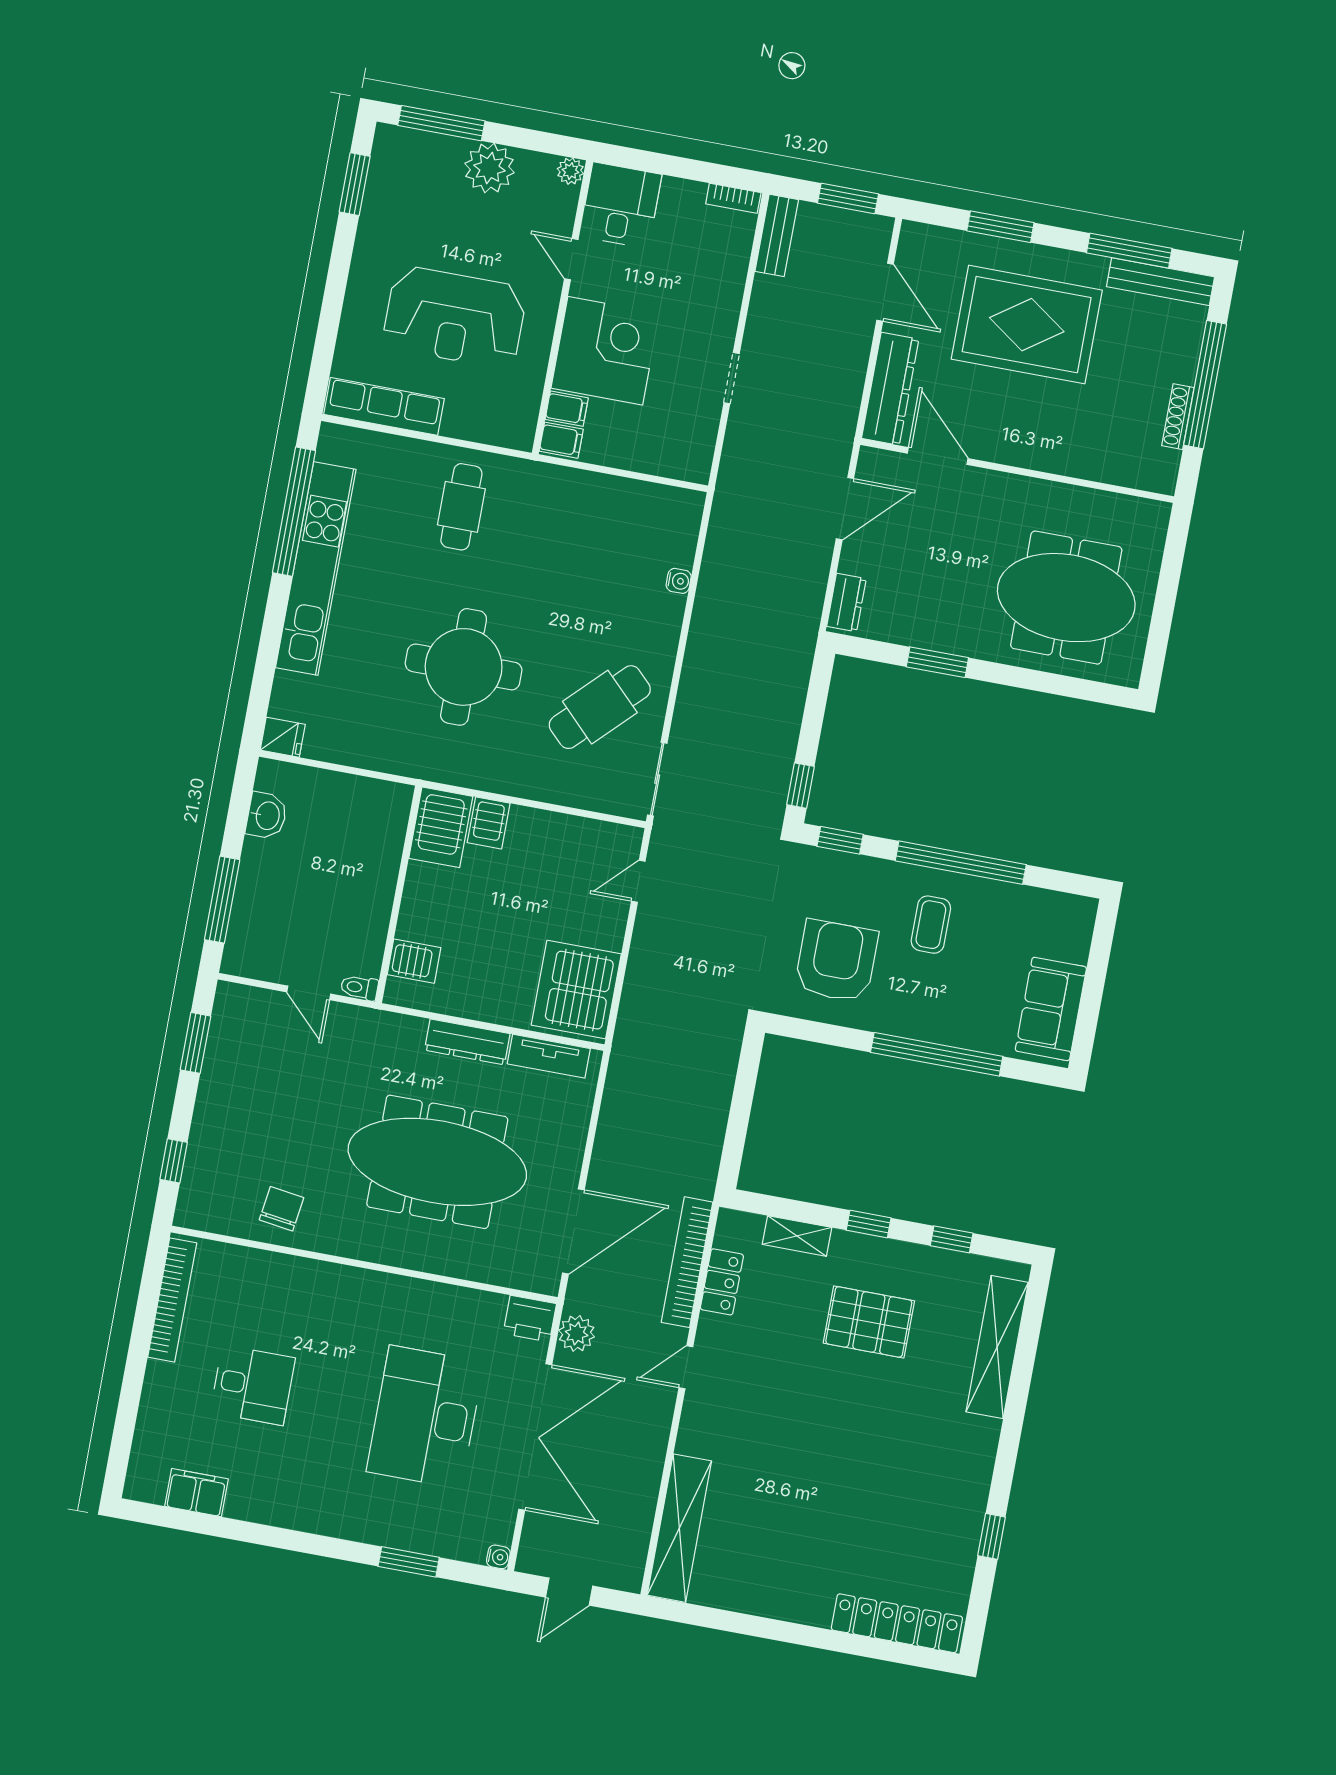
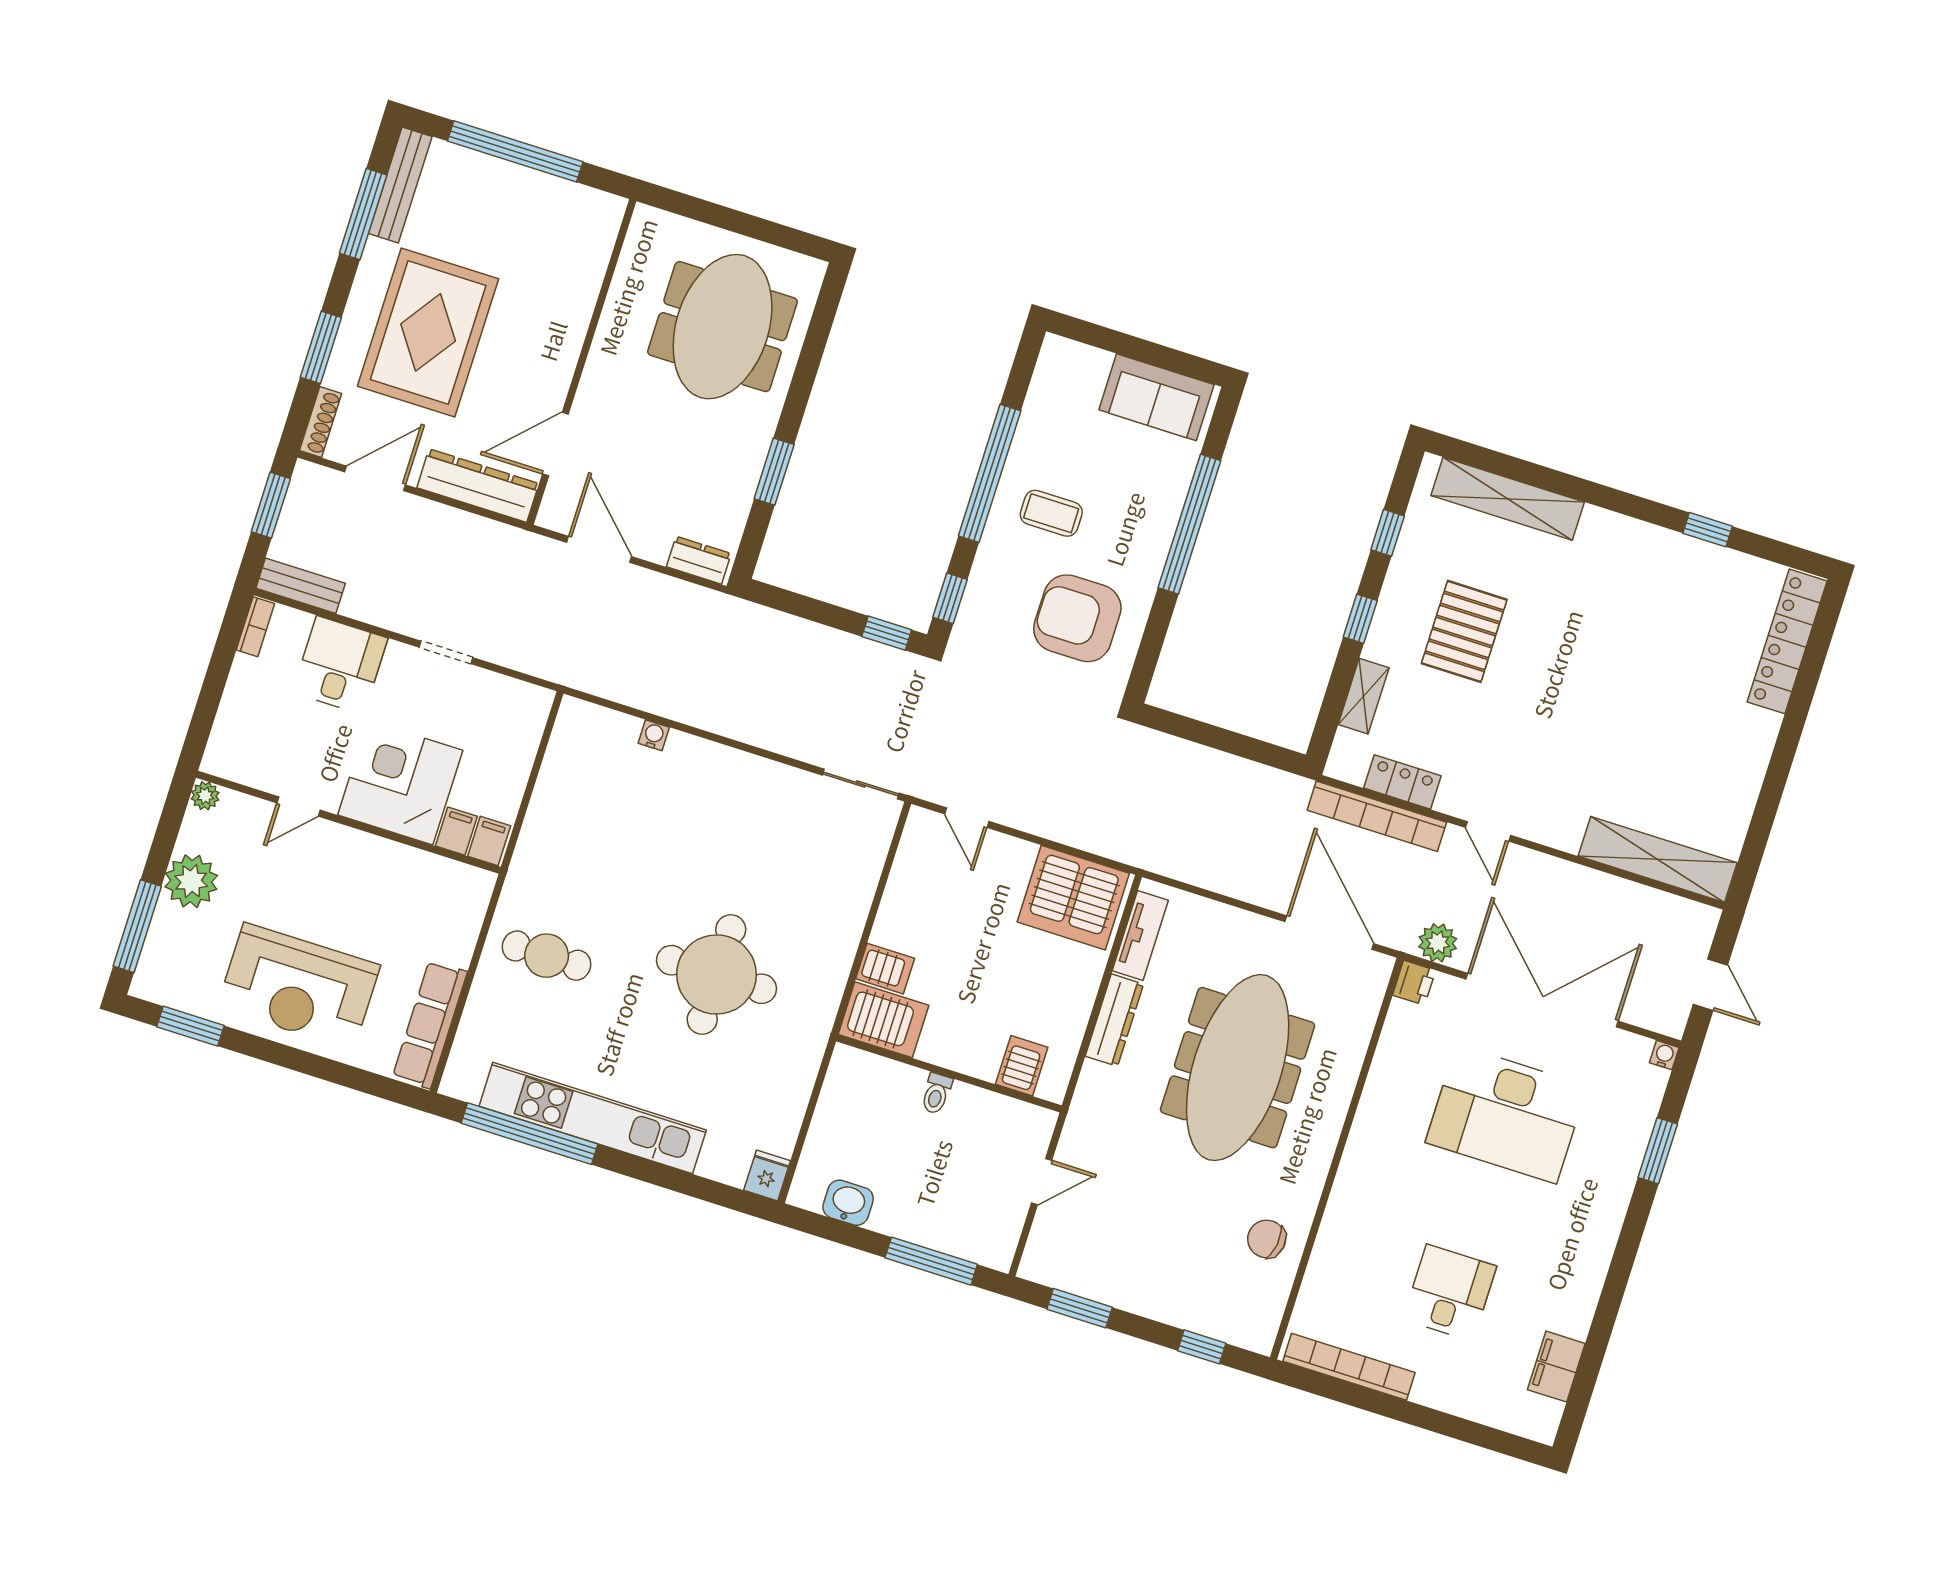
desk: (620, 205) -> (340, 665), moved, turned 90
reception desk: (455, 317) -> (299, 986), moved, turned 90
shoe rack: (1178, 417) -> (321, 422), moved, turned -90
cafe table: (600, 707) -> (777, 835), removed
toilet: (359, 988) -> (936, 1094), moved
printer: (530, 1319) -> (1414, 983), width x0.73, depth x0.81

